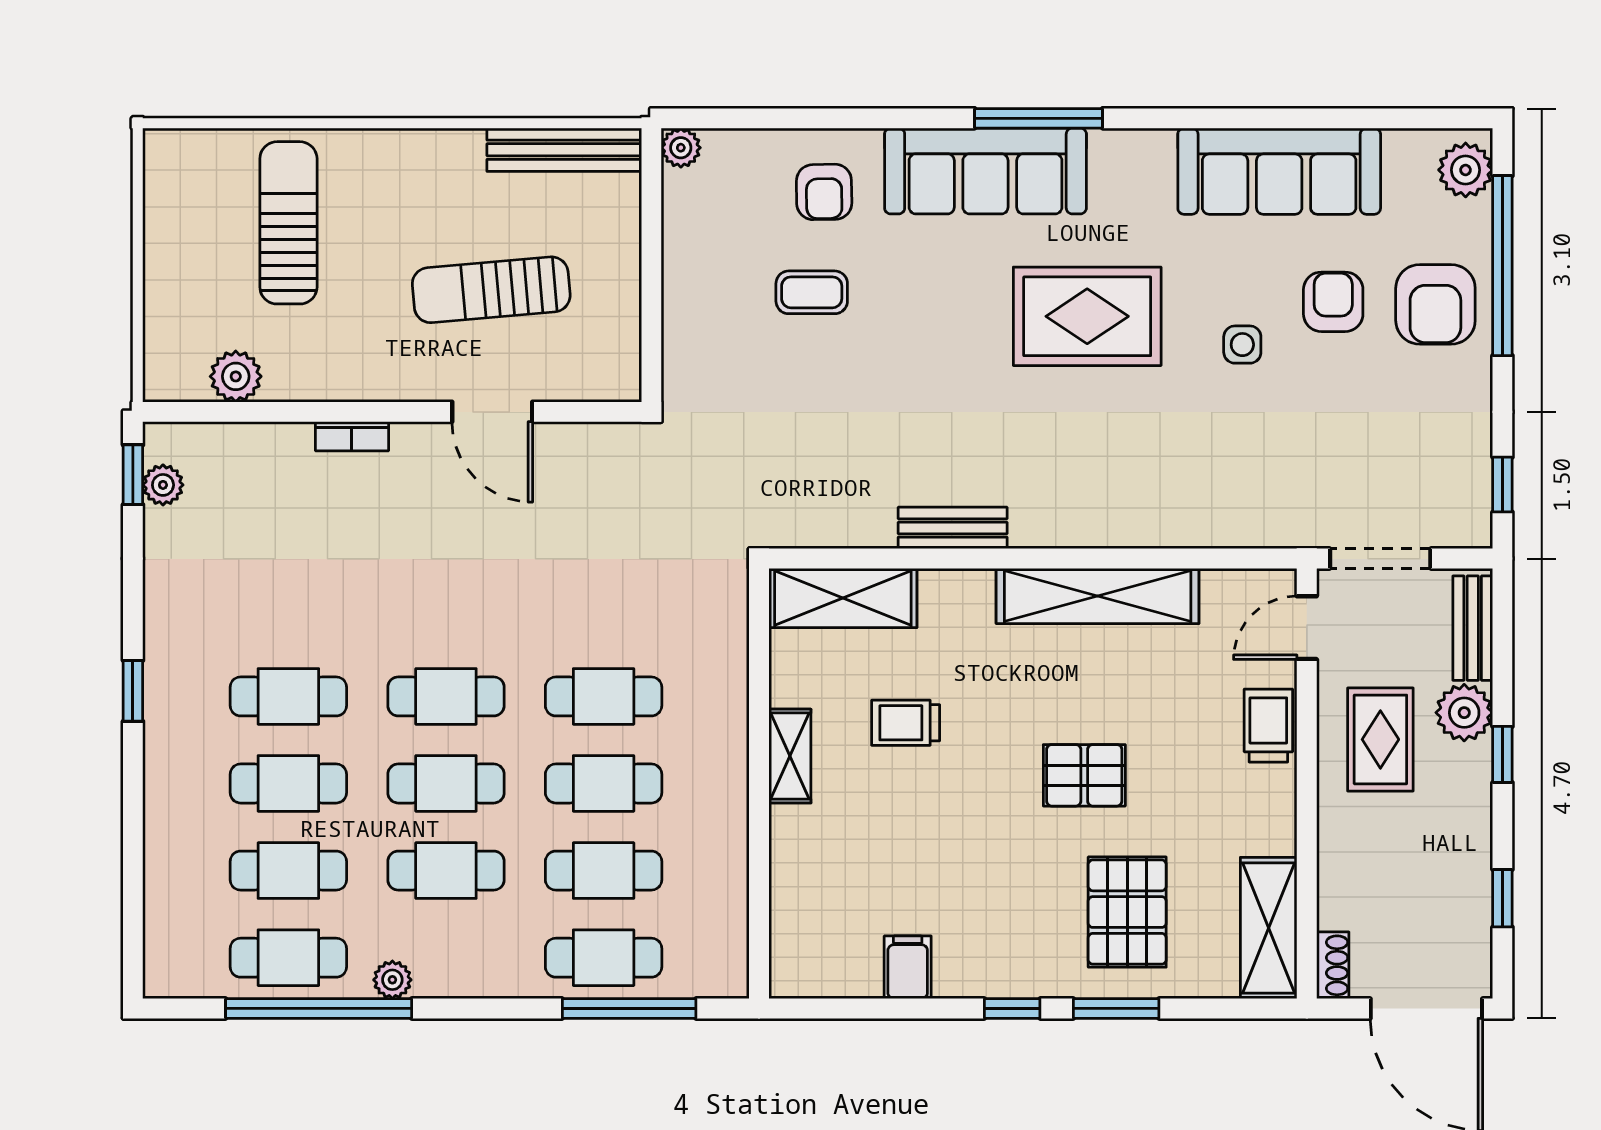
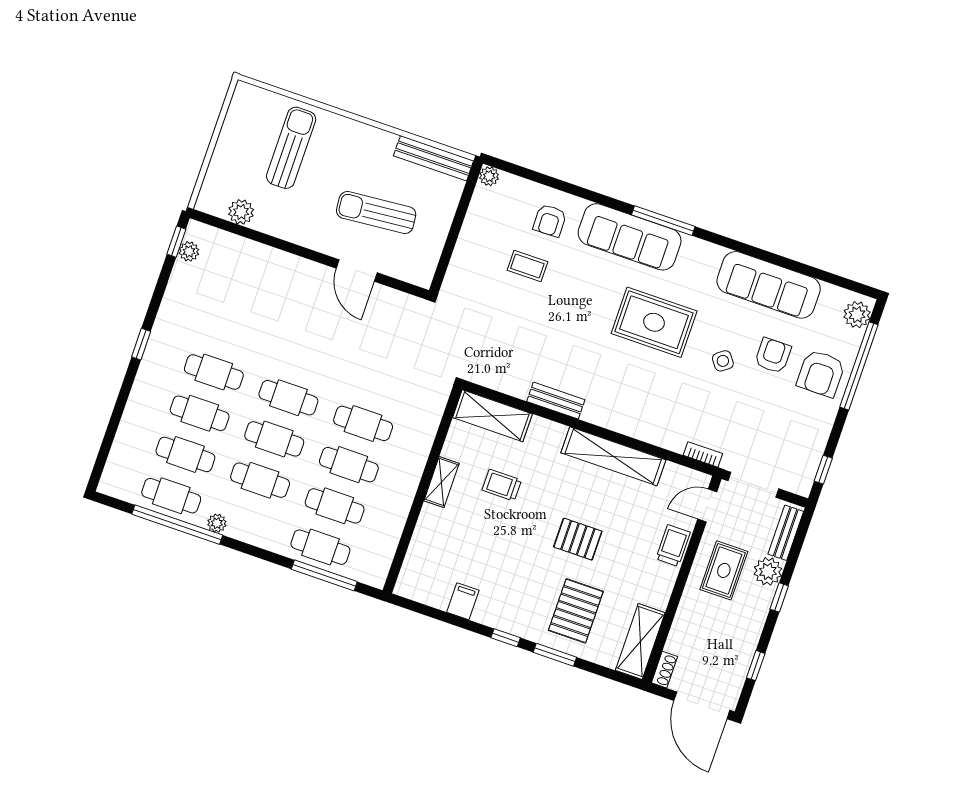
side table: (1242, 345) -> (723, 361), turned -37
bookcase: (352, 436) -> (703, 454), moved, turned 180

